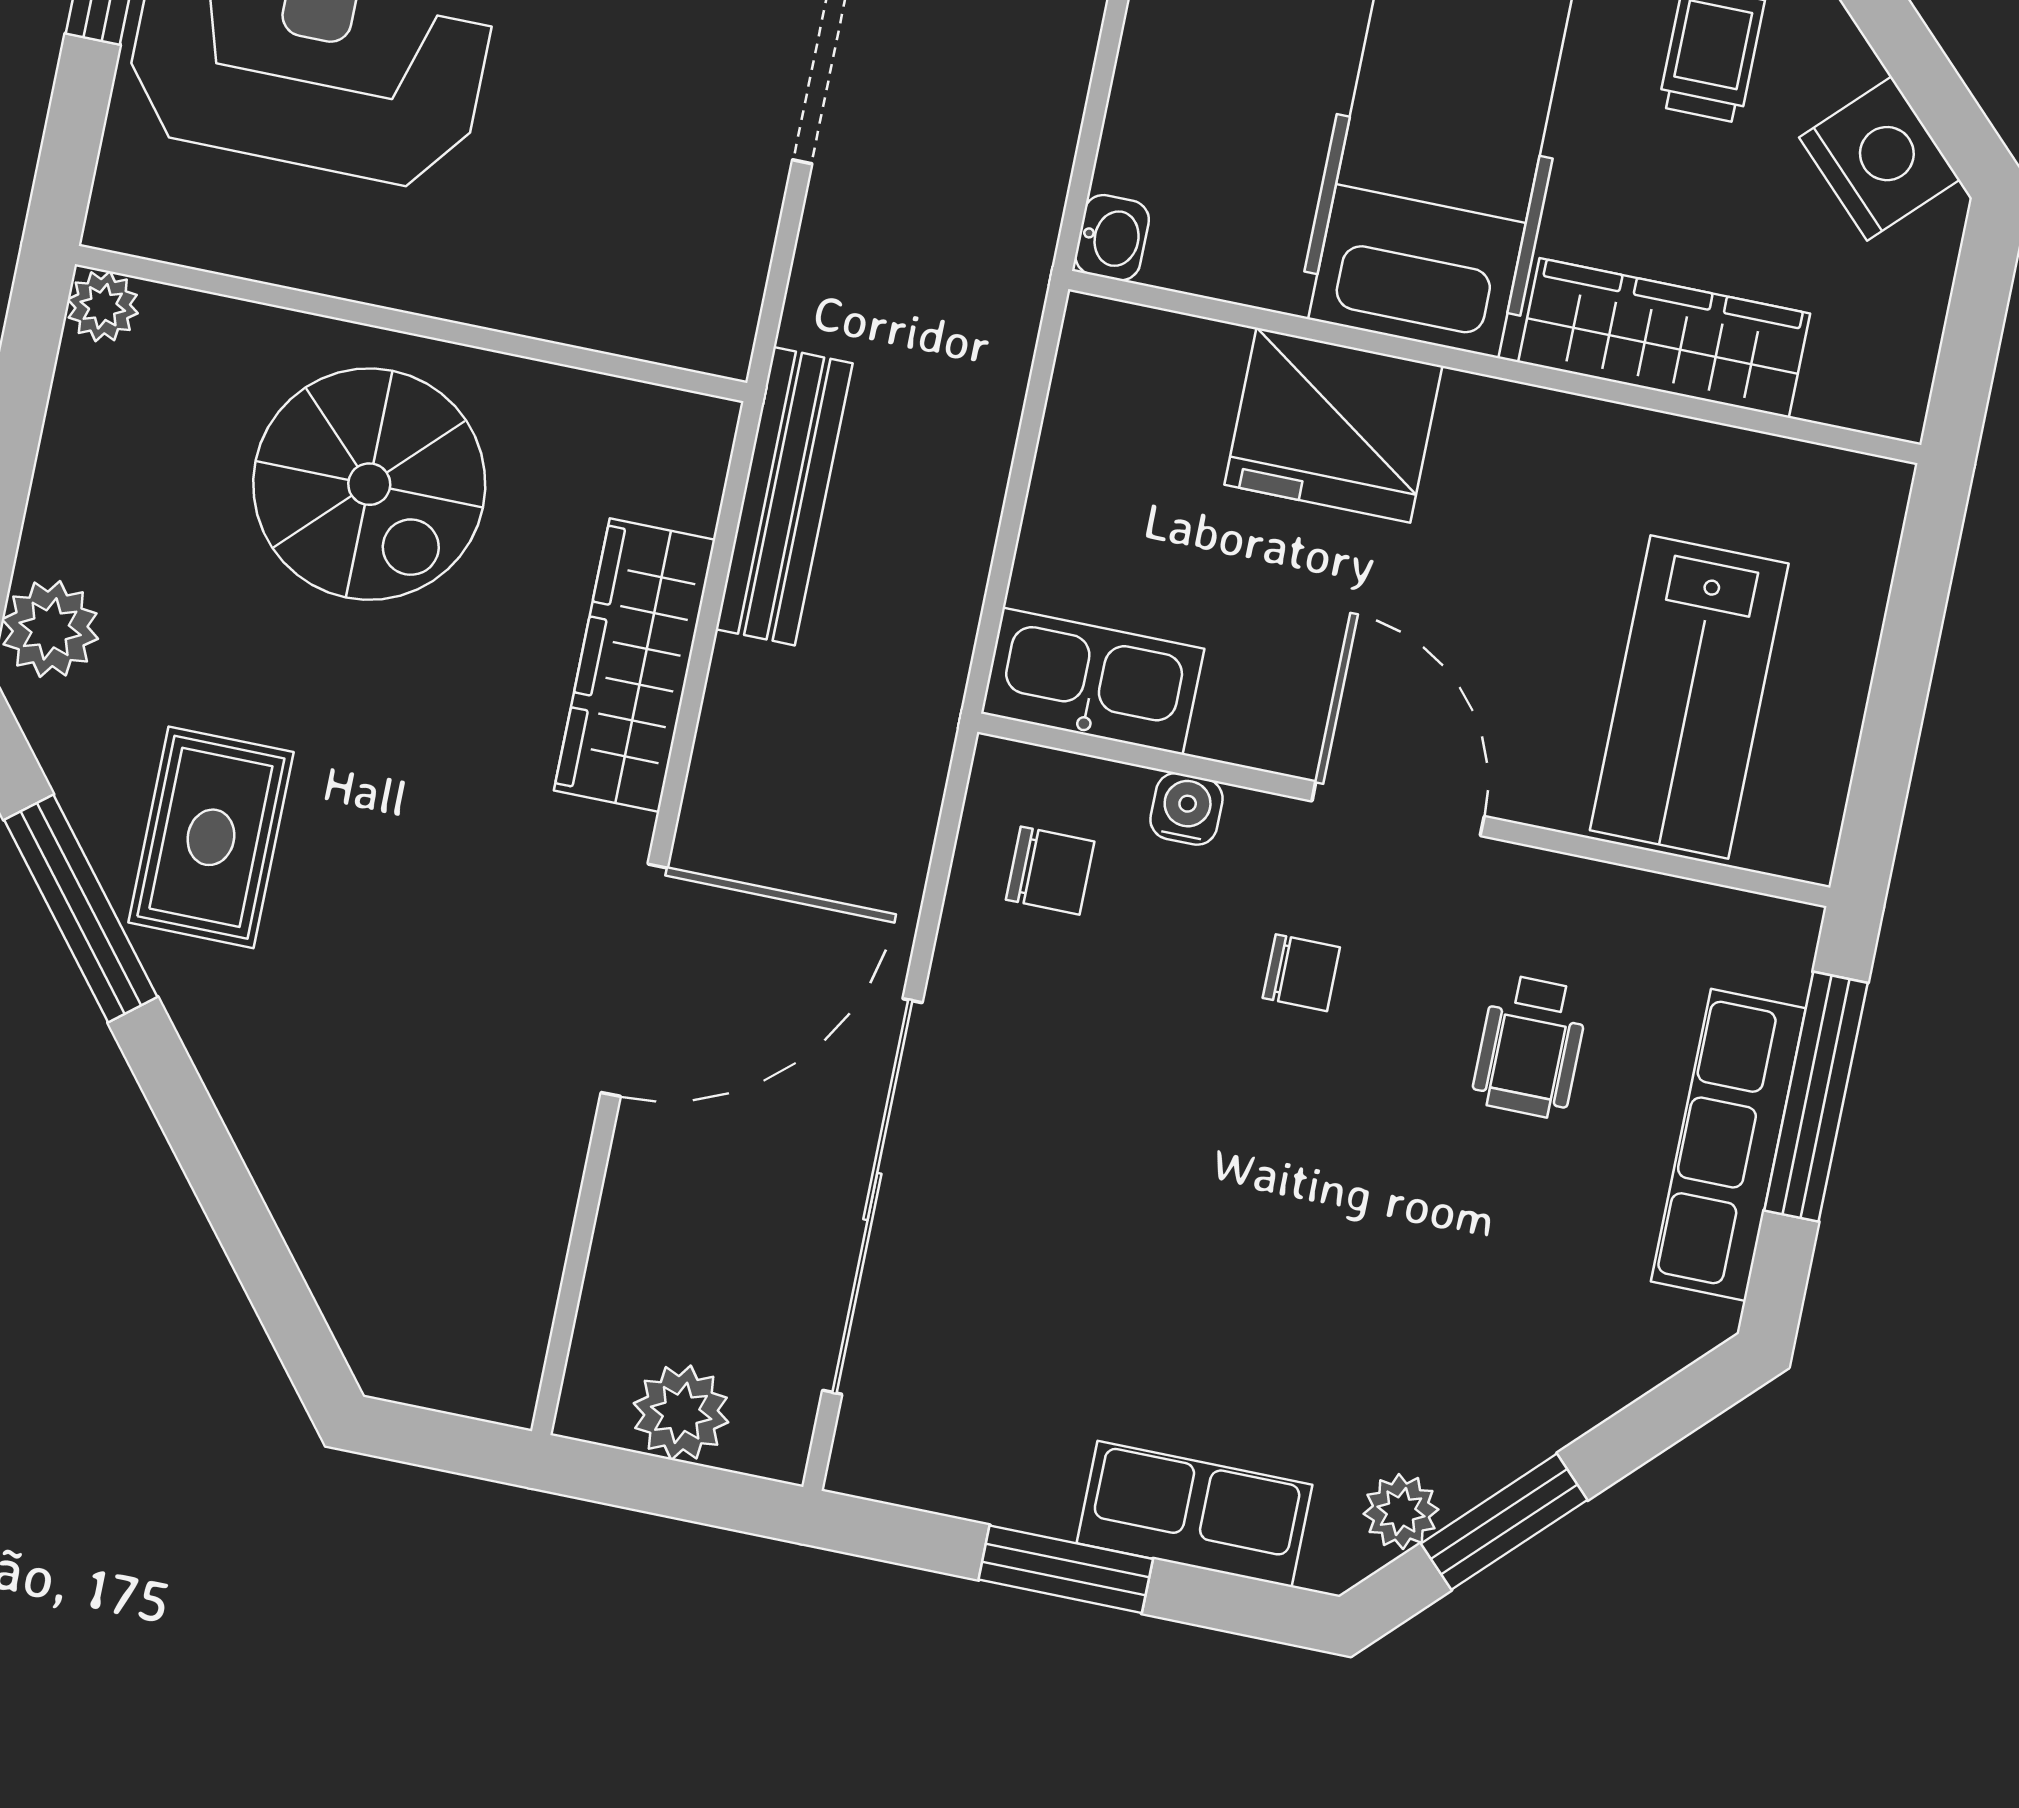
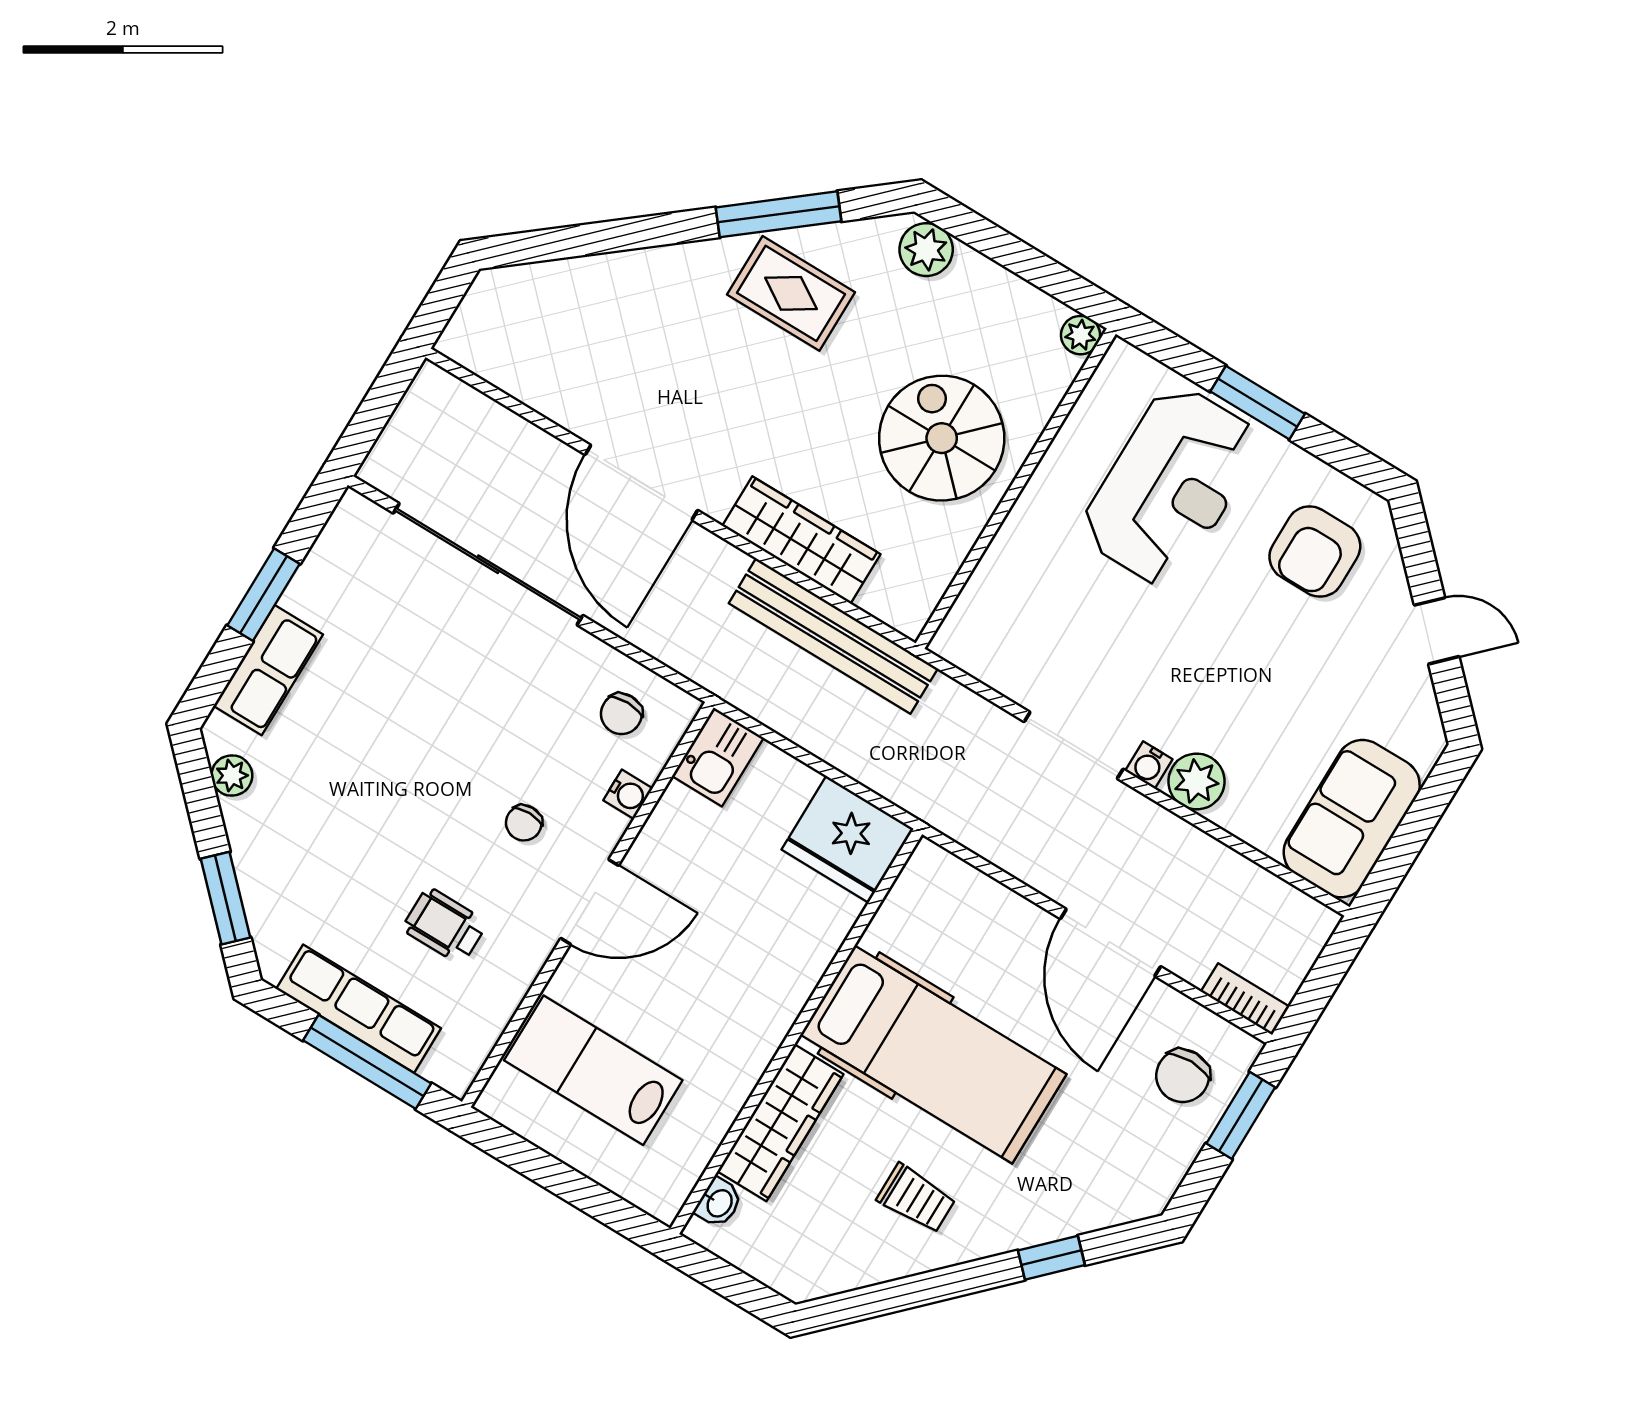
nightstand: (1879, 158) -> (832, 1265), removed
washbasin: (1112, 238) -> (719, 1203), moved, turned -90
fridge: (1333, 425) -> (848, 839), moved, turned -90
spiral stairs: (369, 484) -> (942, 438), turned 90
bench: (784, 496) -> (833, 636), width x1.37, depth x1.21
kitchen sink: (1093, 681) -> (718, 757), width x0.73
plant: (681, 1413) -> (413, 428), removed
window: (1504, 1522) -> (225, 898), moved

